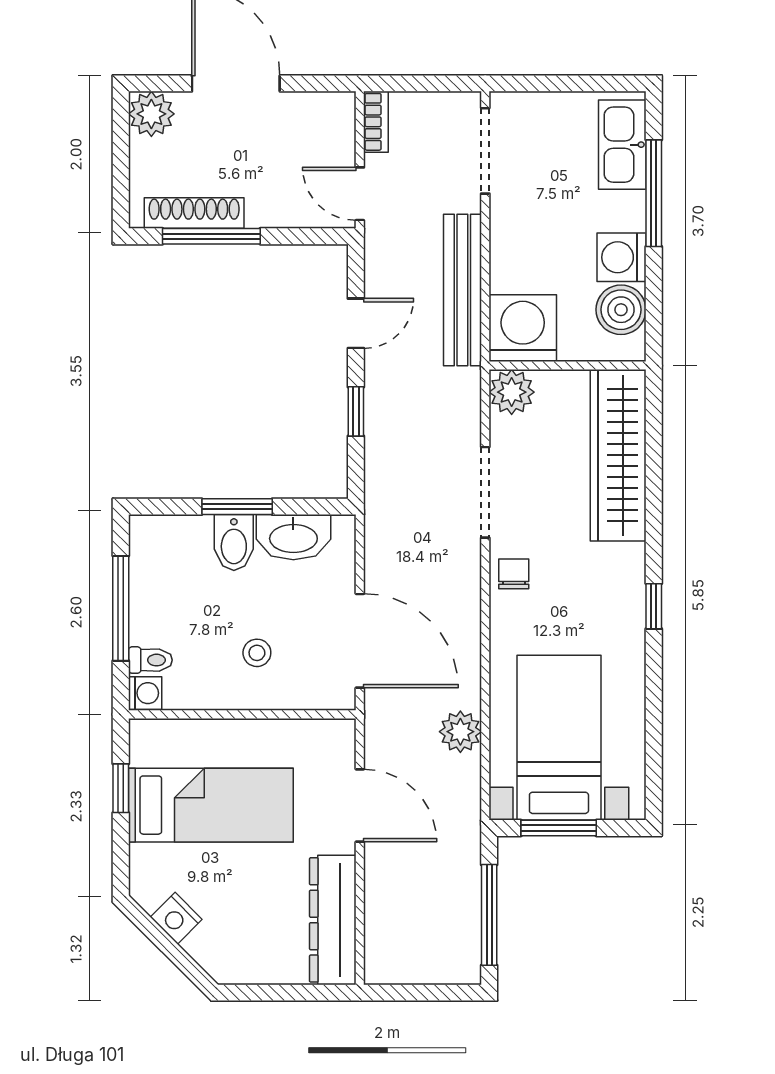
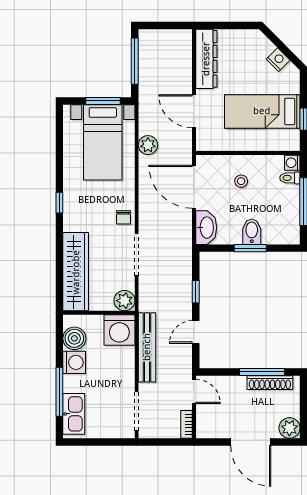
washbasin: (293, 537) -> (206, 228), moved, turned 90

